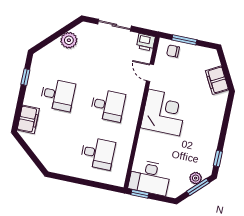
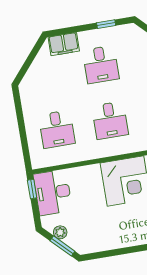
window: (218, 158) -> (100, 255), removed
plant: (196, 178) -> (60, 232), moved

